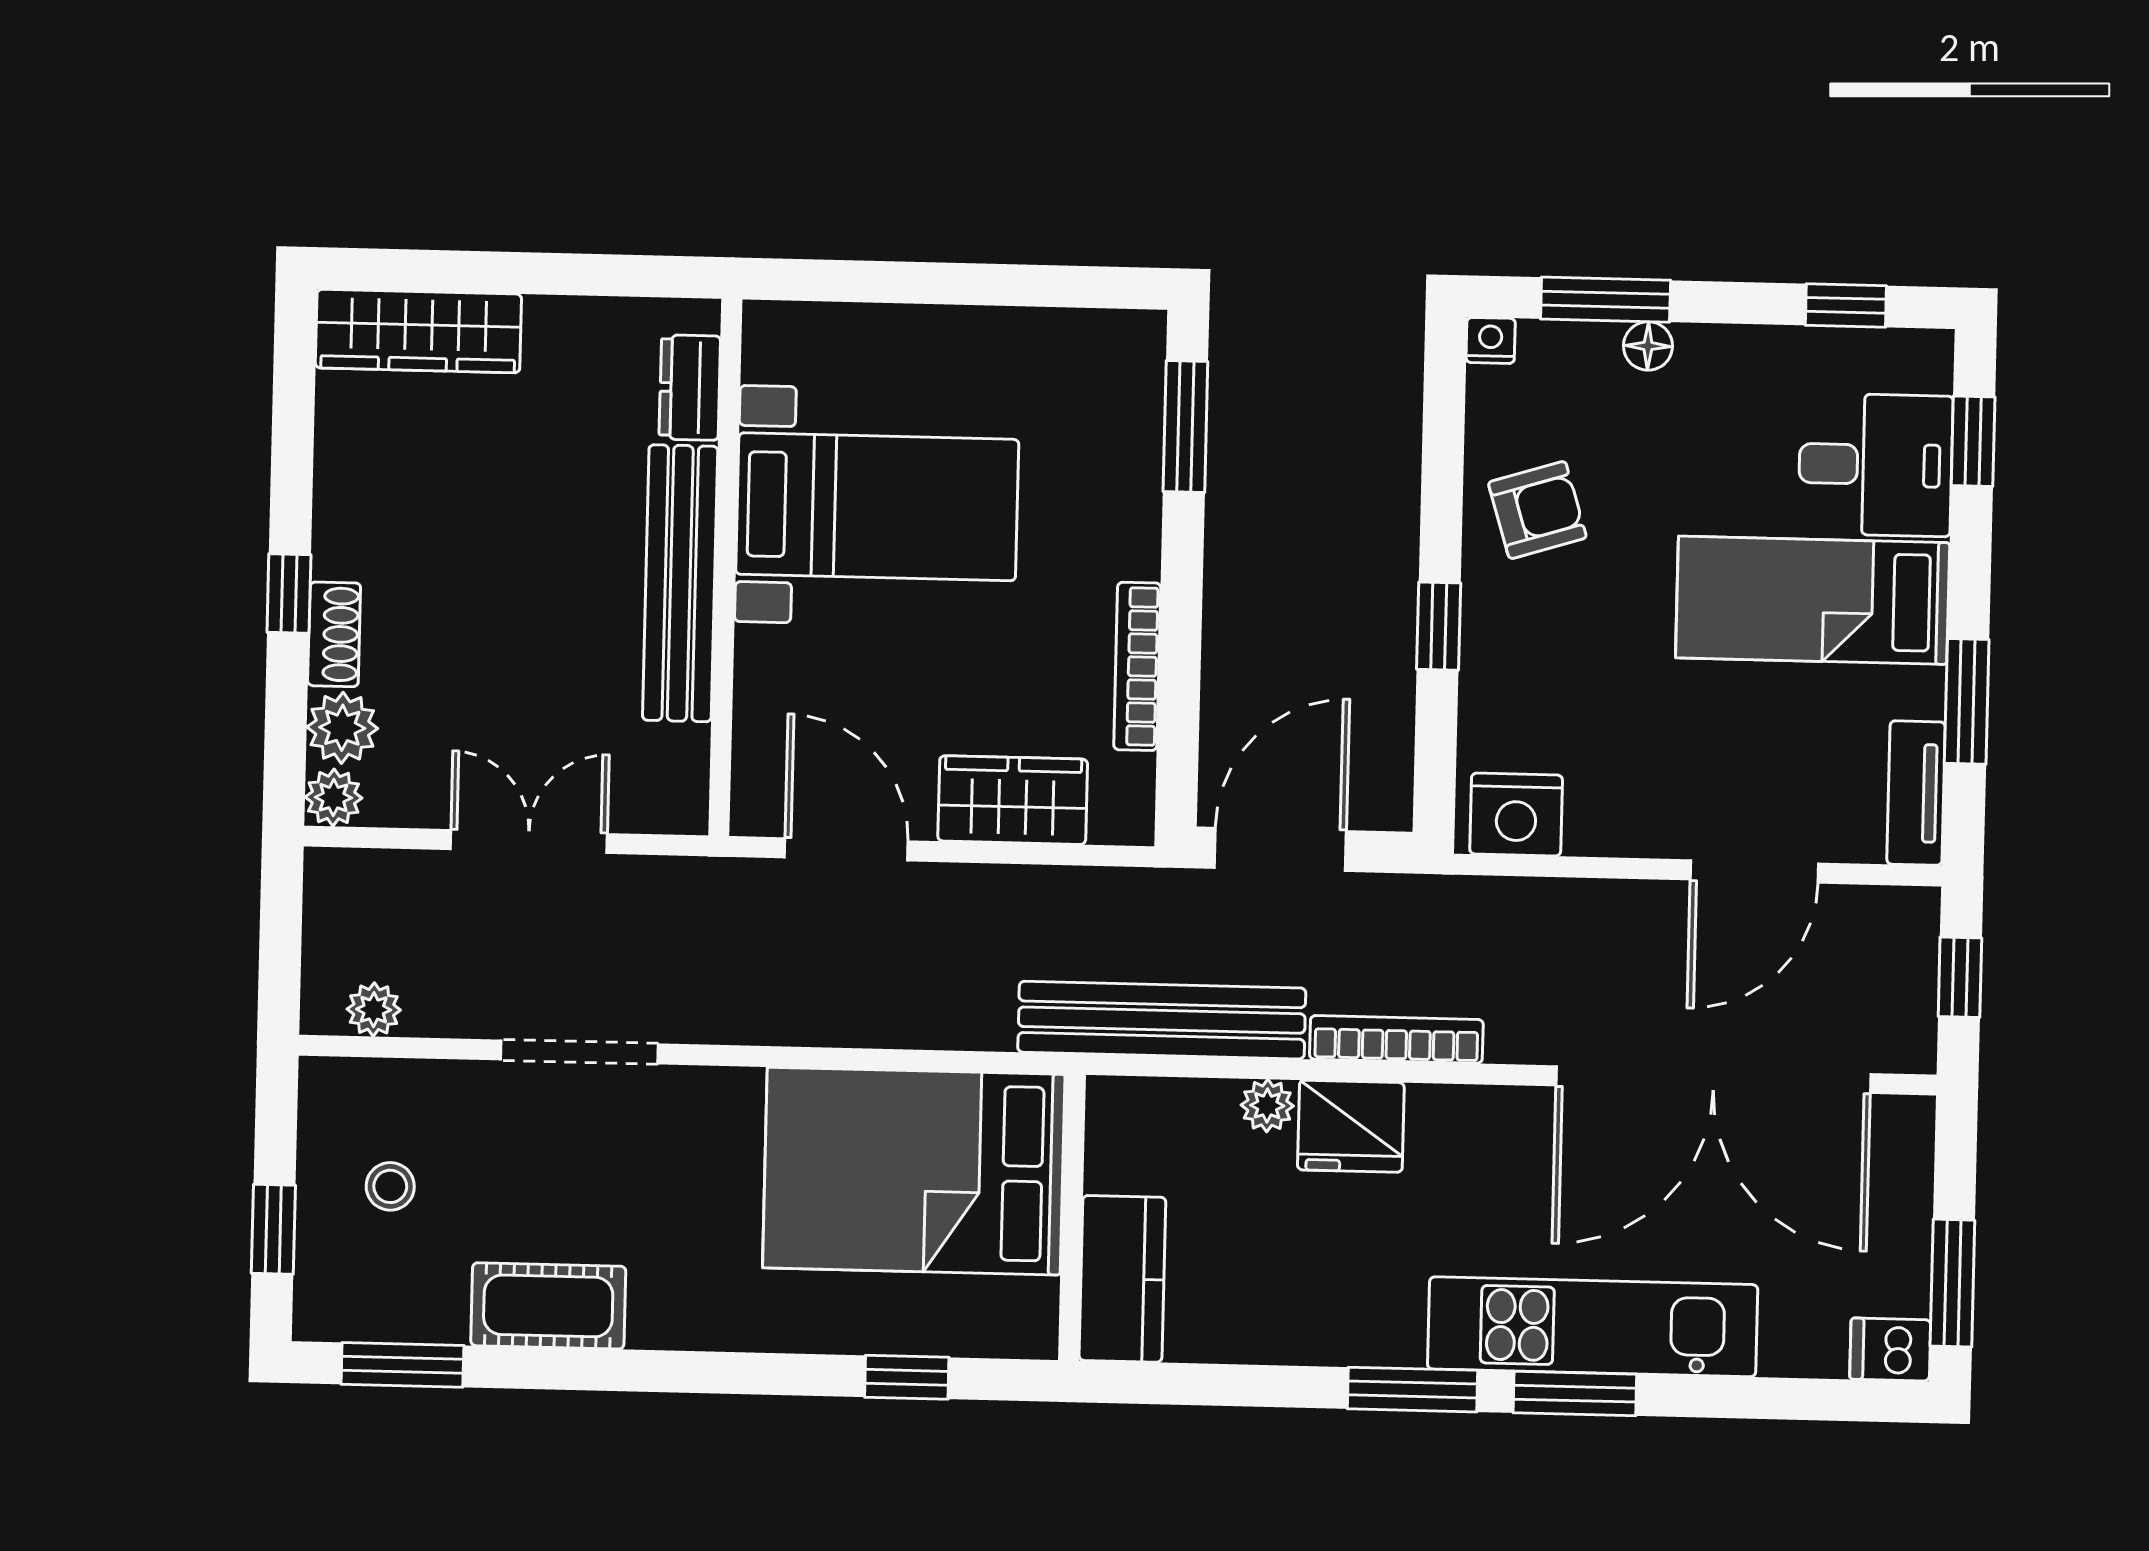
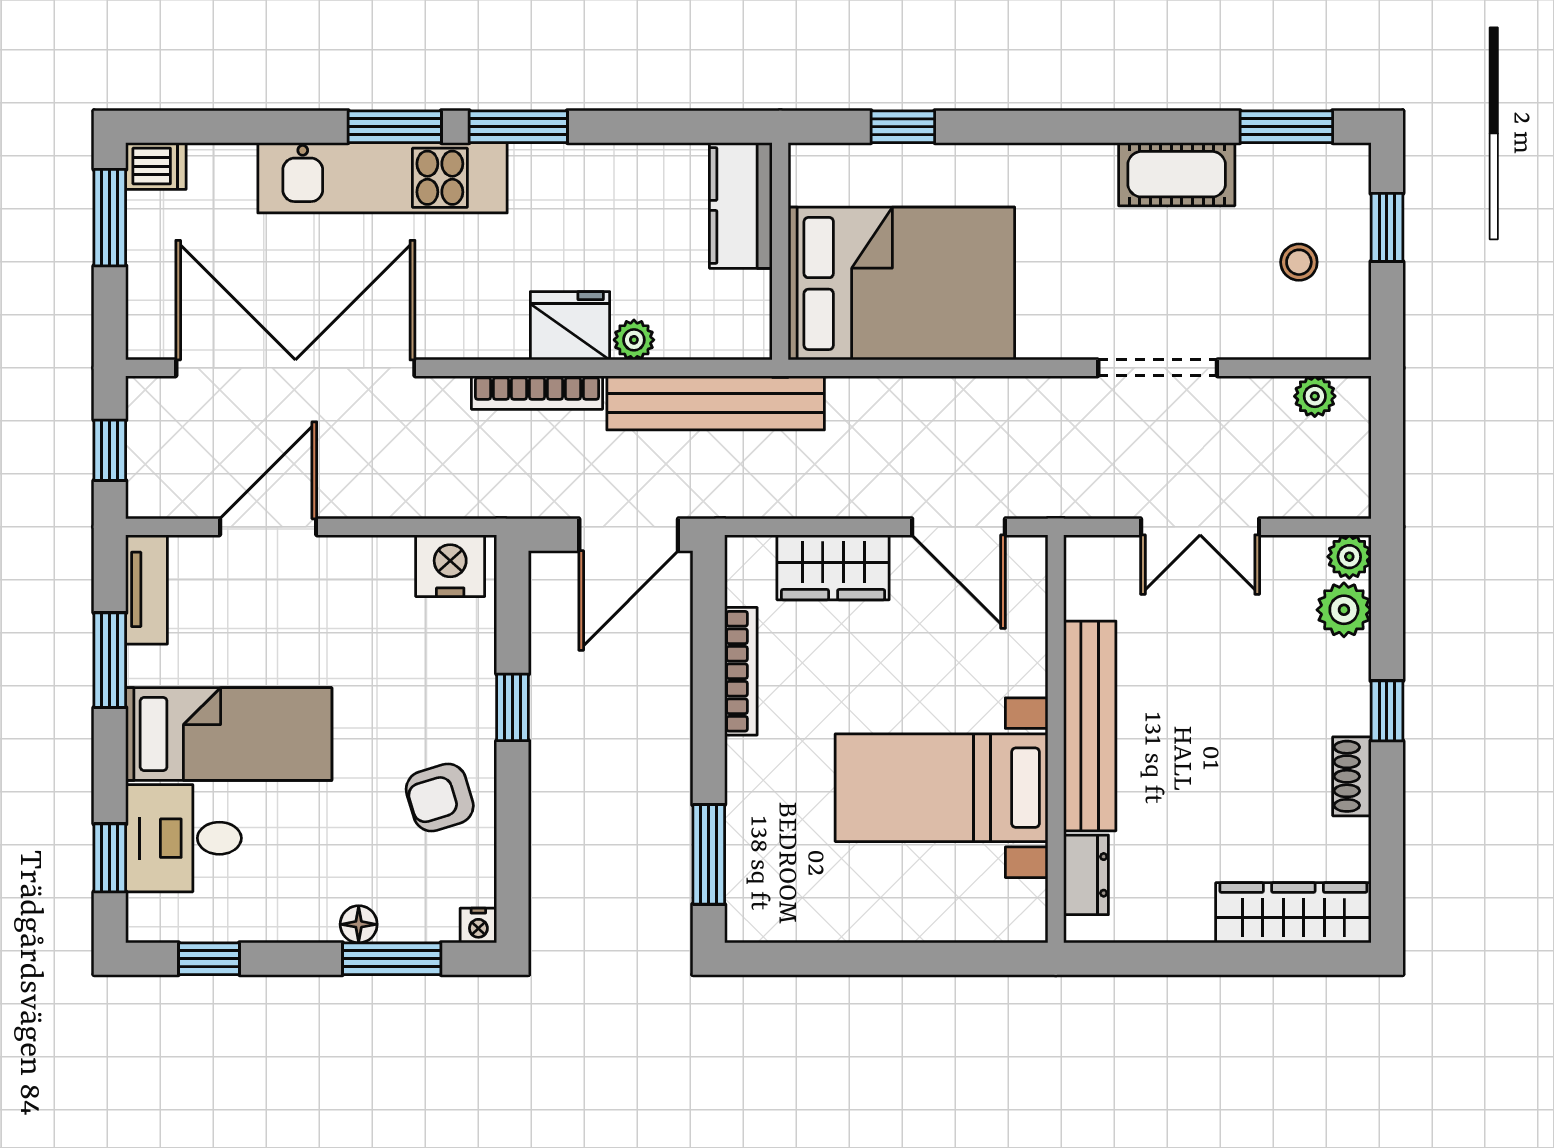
shoe rack: (334, 634) -> (1352, 776), moved

